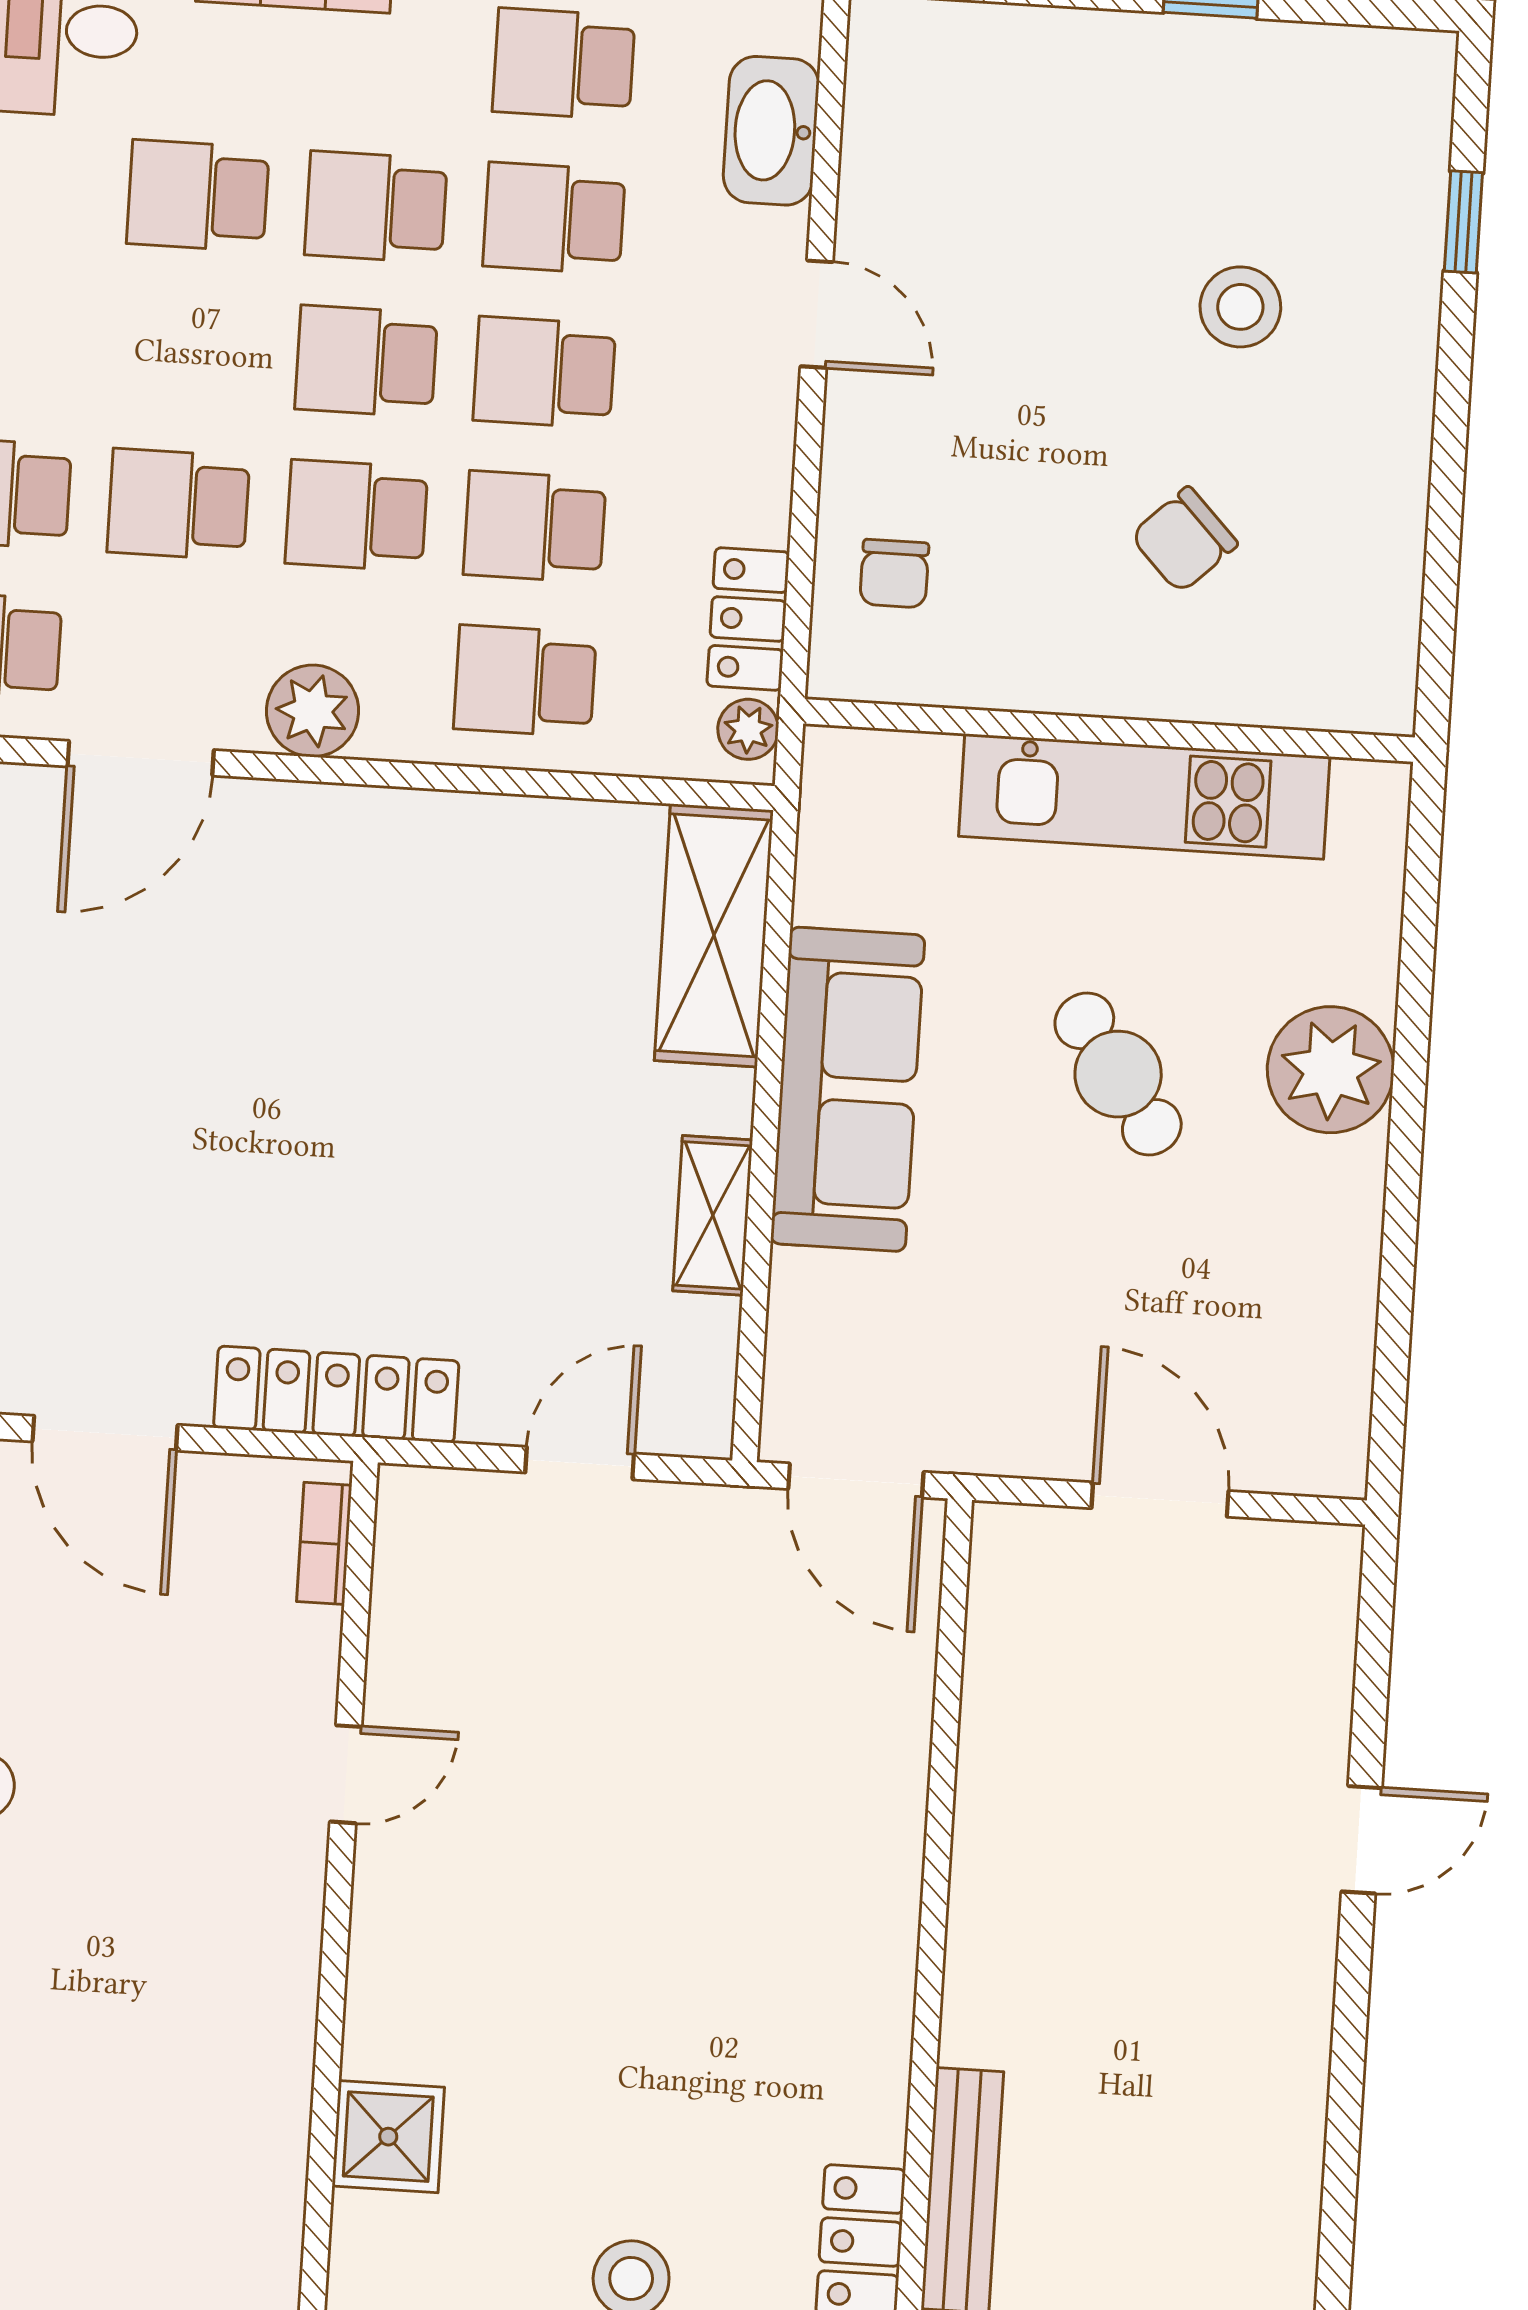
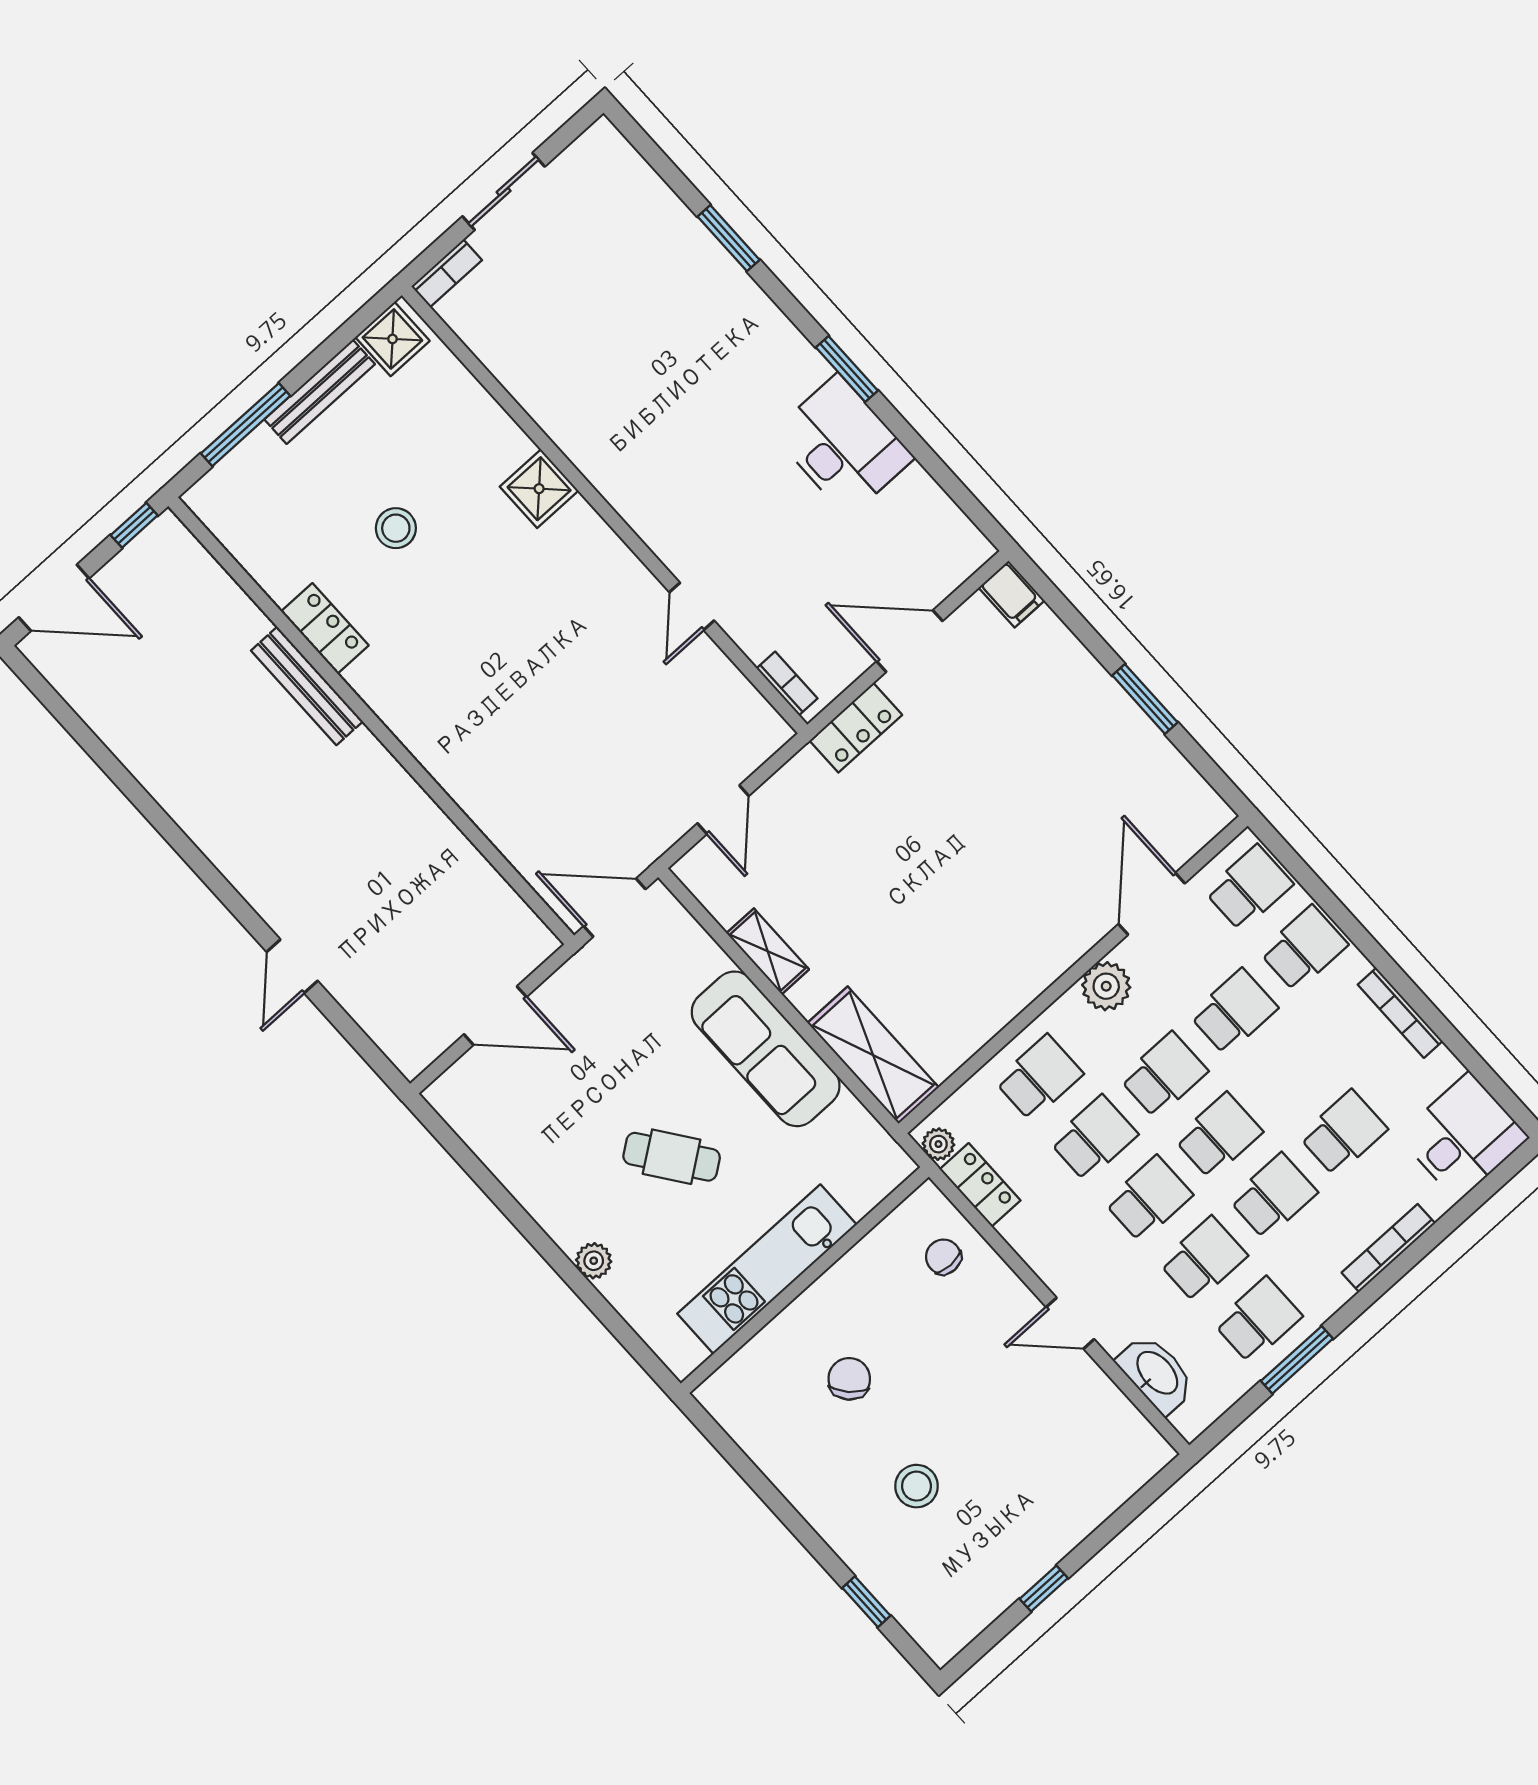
plant: (1331, 1070) -> (594, 1261), width x0.53, depth x0.53
locker: (336, 1394) -> (856, 728), width x0.66

